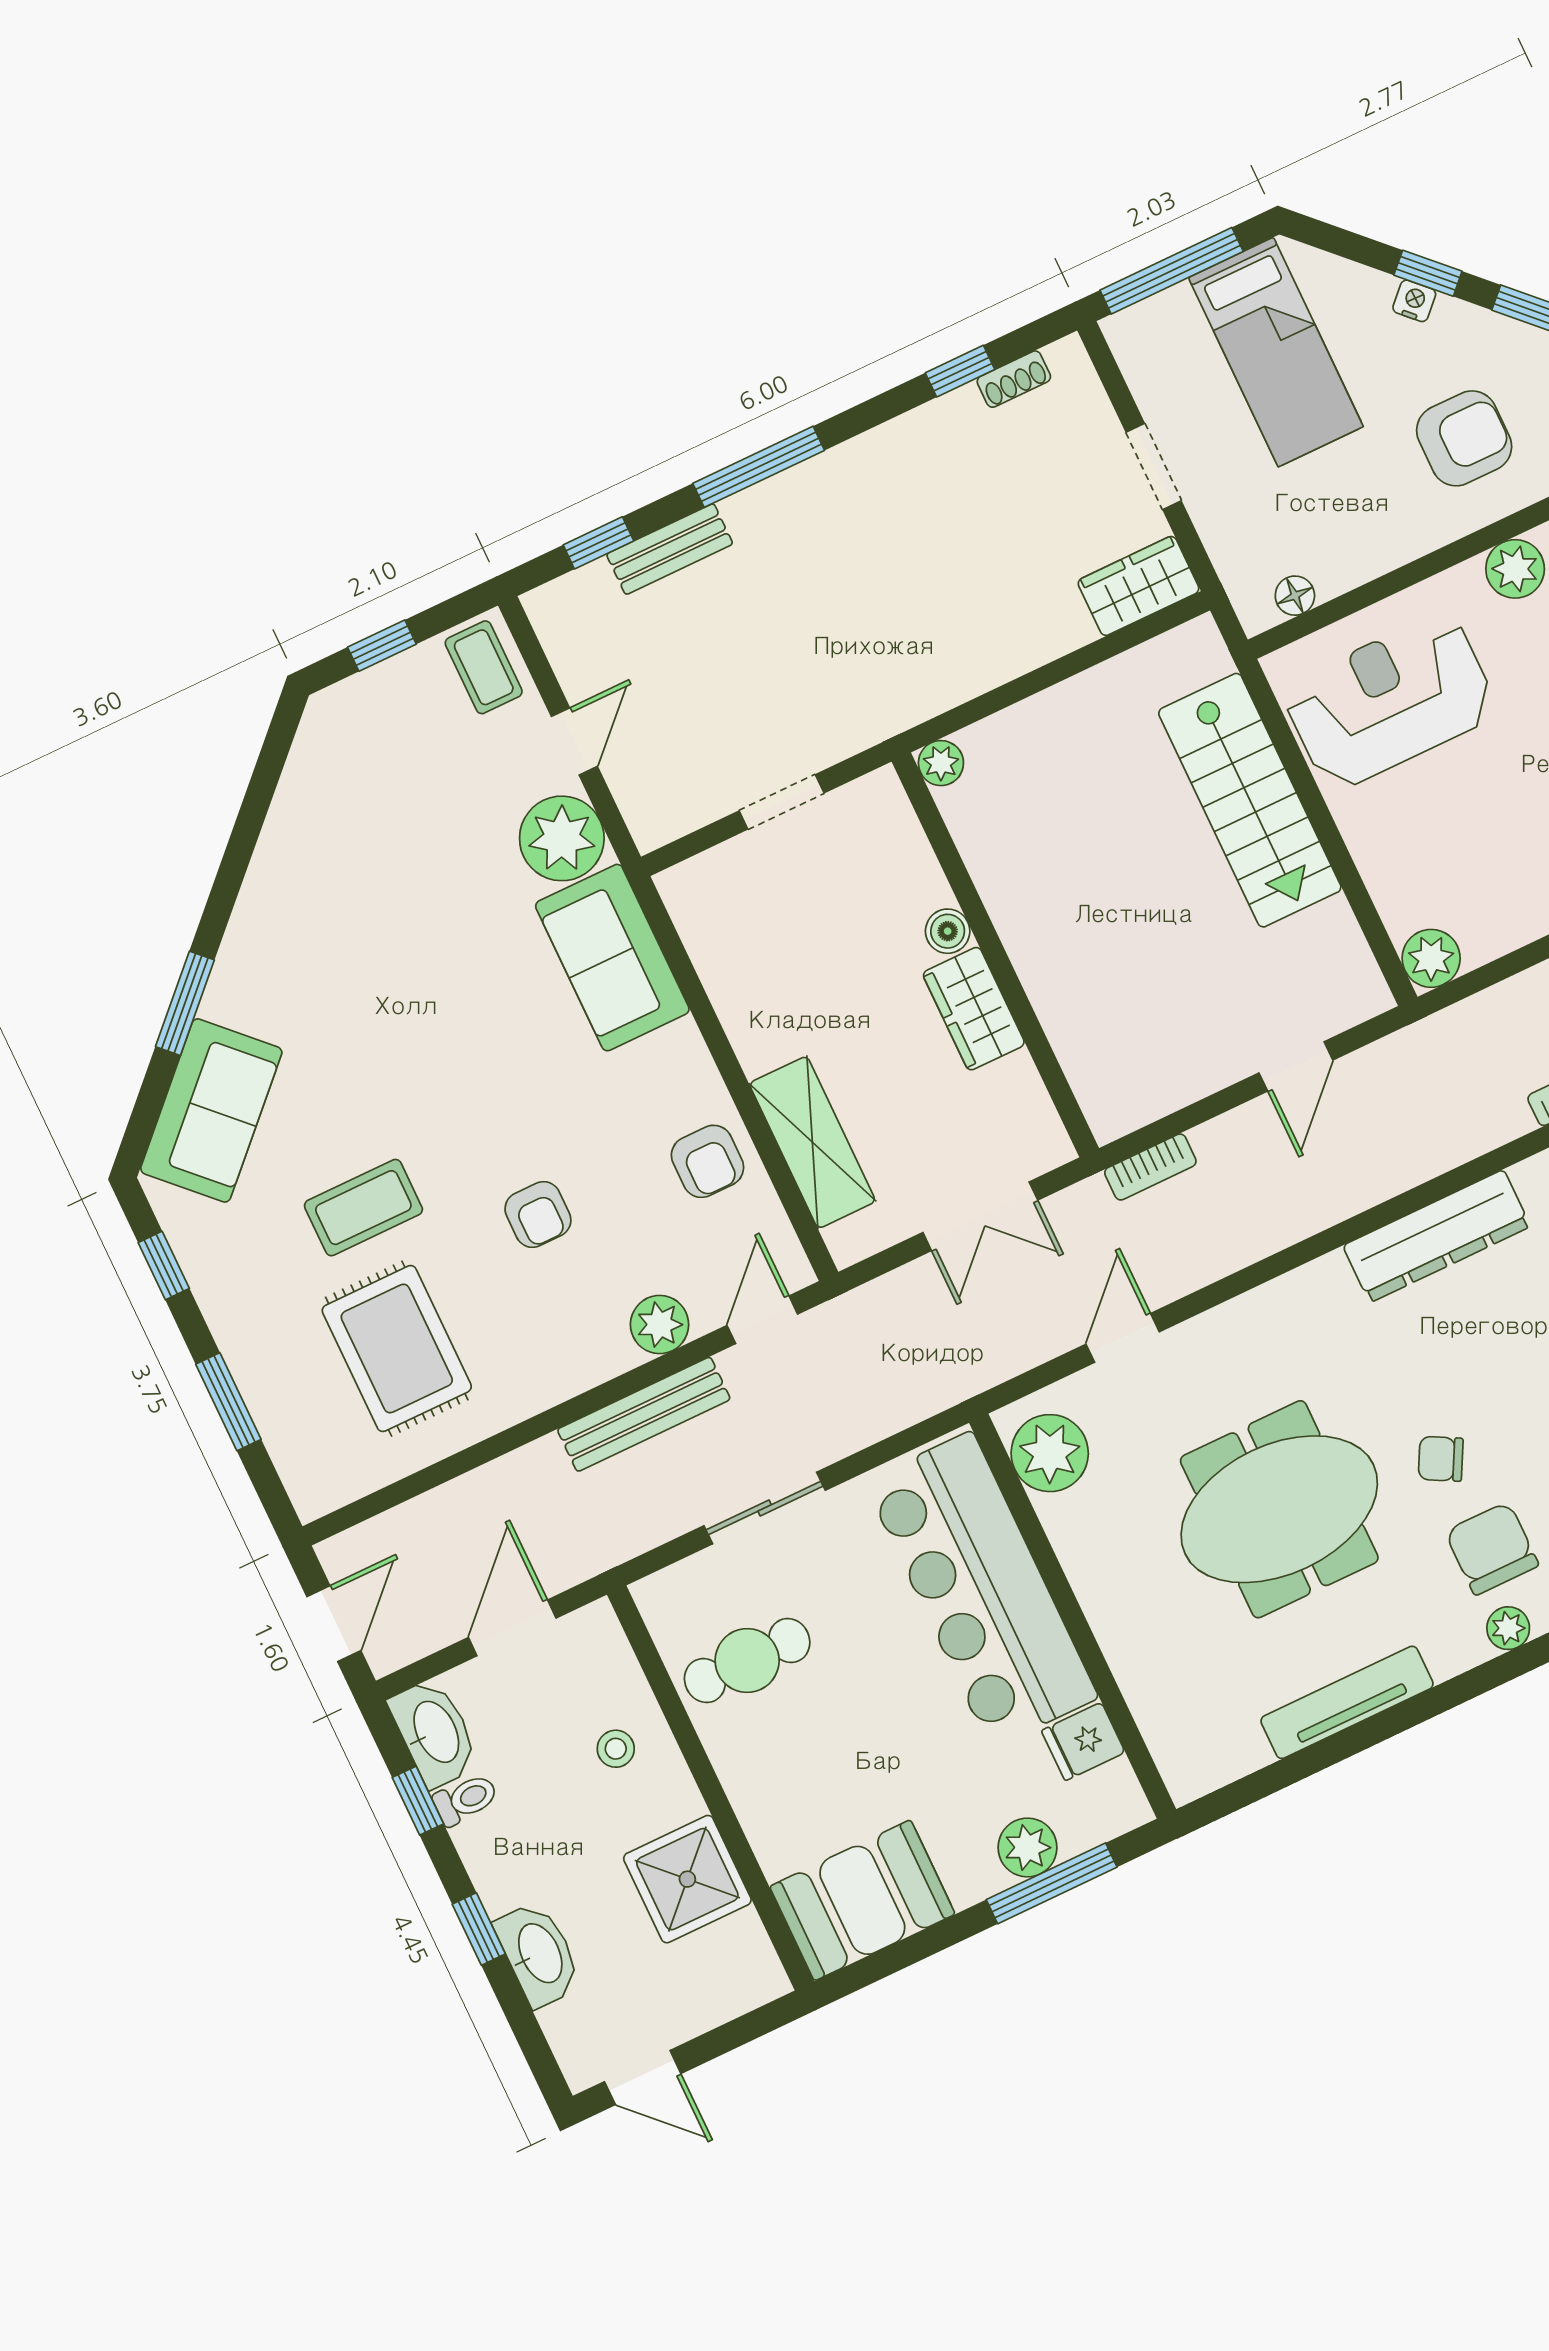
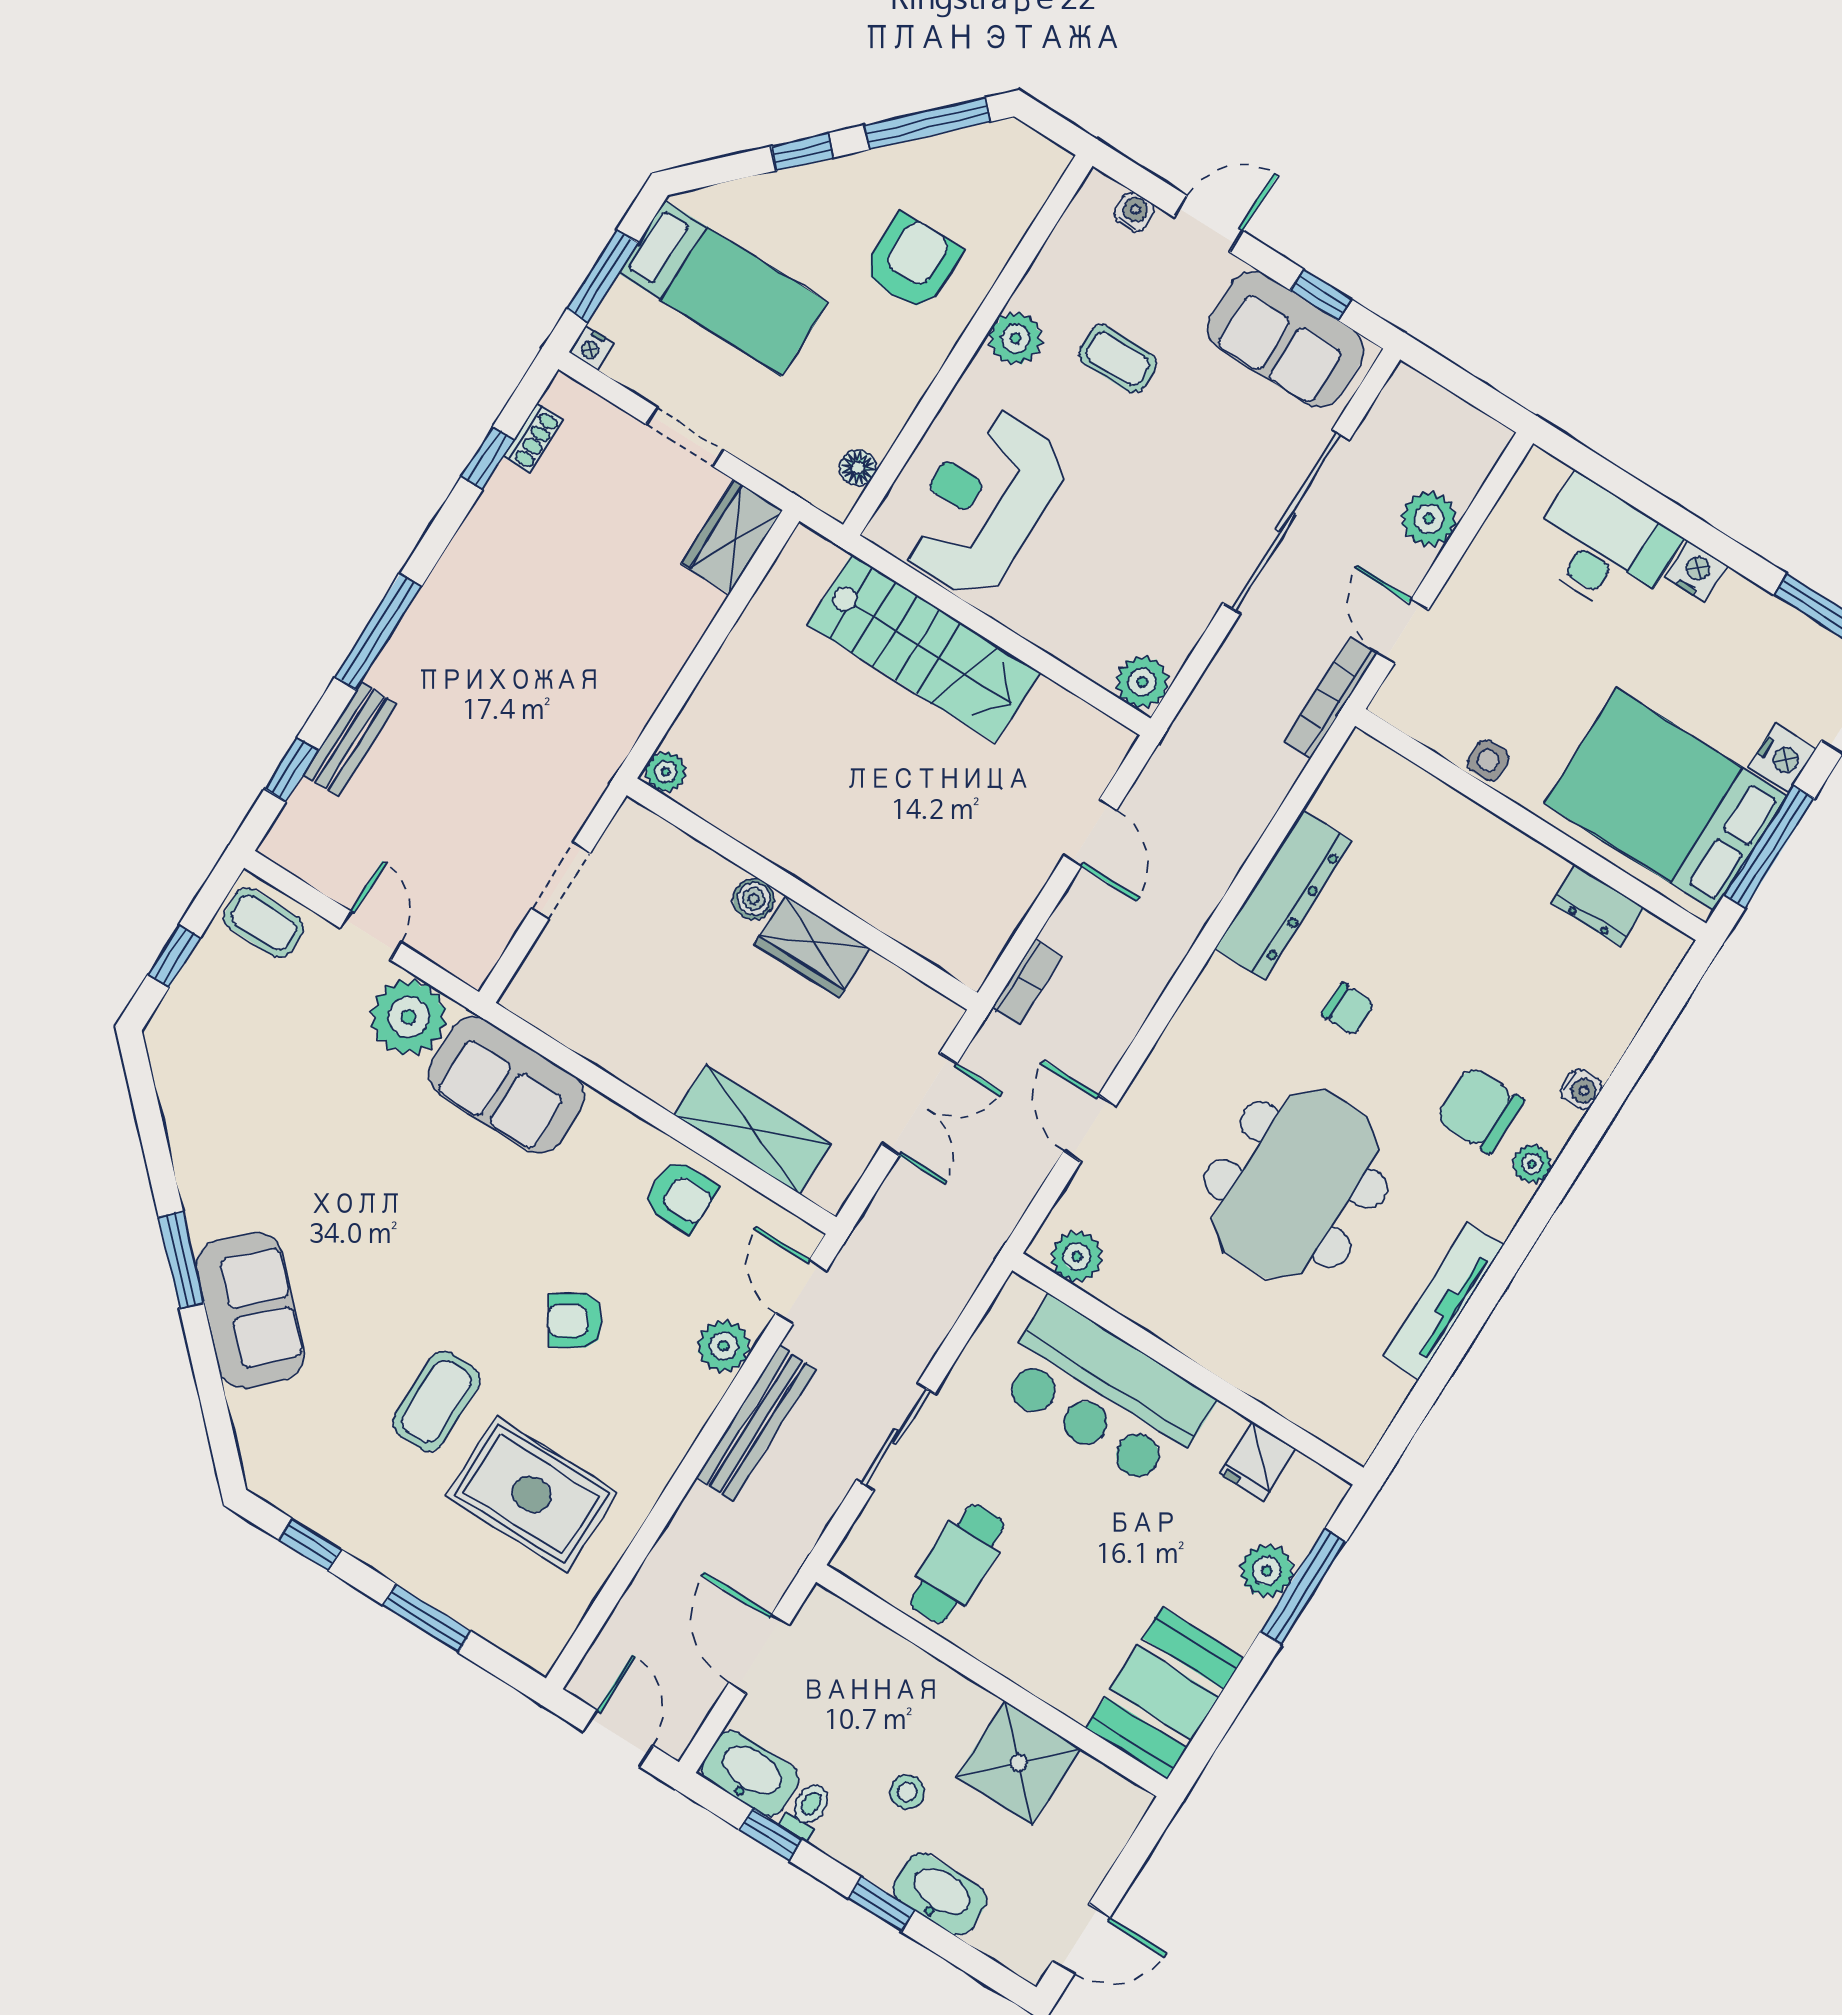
window: (1172, 271) -> (602, 276), width x0.69
nightstand: (1414, 301) -> (591, 348), moved, turned -135
window: (185, 1003) -> (181, 1260), moved
sofa: (211, 1110) -> (250, 1310), moved
armchair: (538, 1215) -> (575, 1321), turned 149
plant: (1050, 1453) -> (1077, 1257), width x0.73, depth x0.73
chair: (1441, 1459) -> (1348, 1009), moved, turned -118
bar counter: (981, 1590) -> (1104, 1393), width x0.73
stool: (616, 1749) -> (907, 1792), moved

